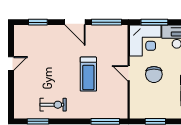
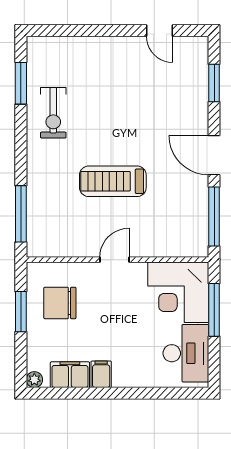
door: (75, 22) -> (214, 155), hinge flipped
door: (11, 63) -> (160, 31), moved
chair: (154, 74) -> (60, 303), moved

